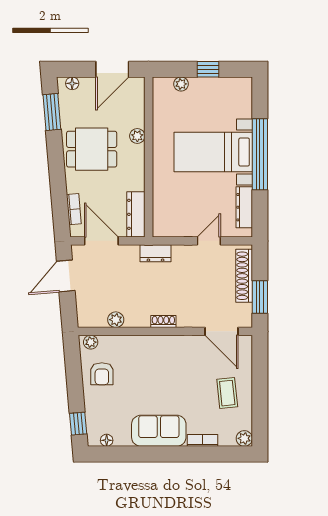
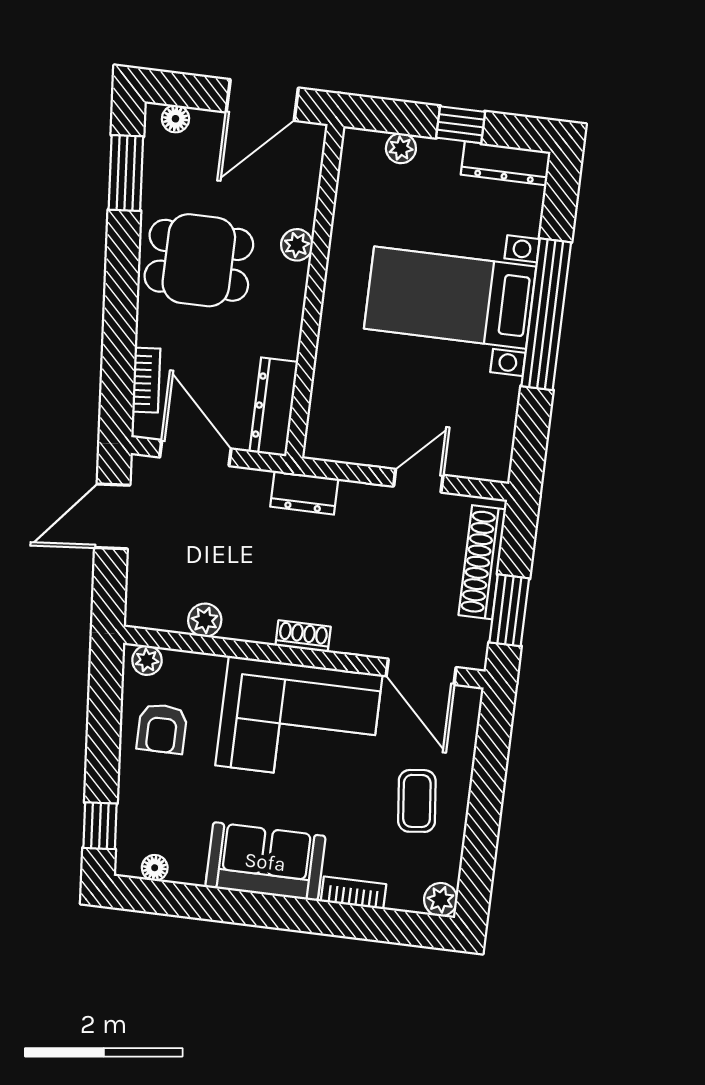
dresser: (244, 207) -> (506, 163), moved, turned -90
corner sofa: (166, 362) -> (299, 720), added

